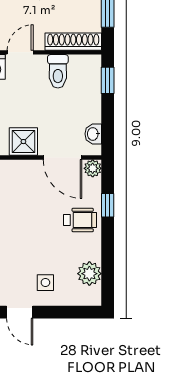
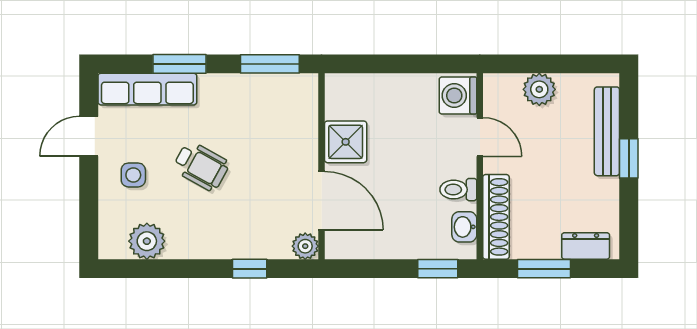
toilet: (58, 71) -> (458, 190), width x0.73, depth x0.72
washbasin: (93, 134) -> (464, 227), moved, turned -90
door: (62, 158) -> (322, 201), swing flipped
wheelchair: (80, 220) -> (201, 166), moved, turned -61

